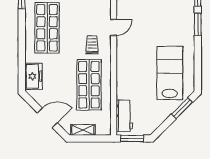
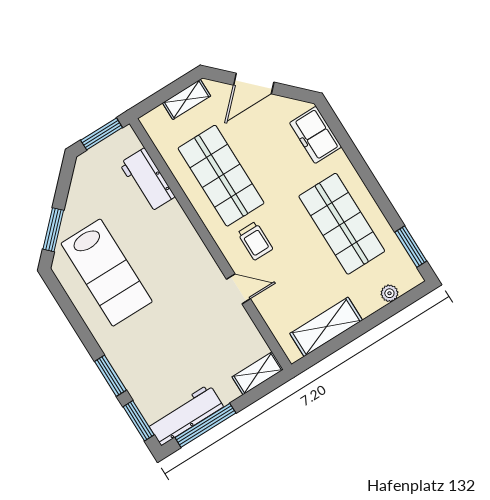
door: (114, 27) -> (238, 289), swing flipped
workbench: (124, 116) -> (147, 180), moved

